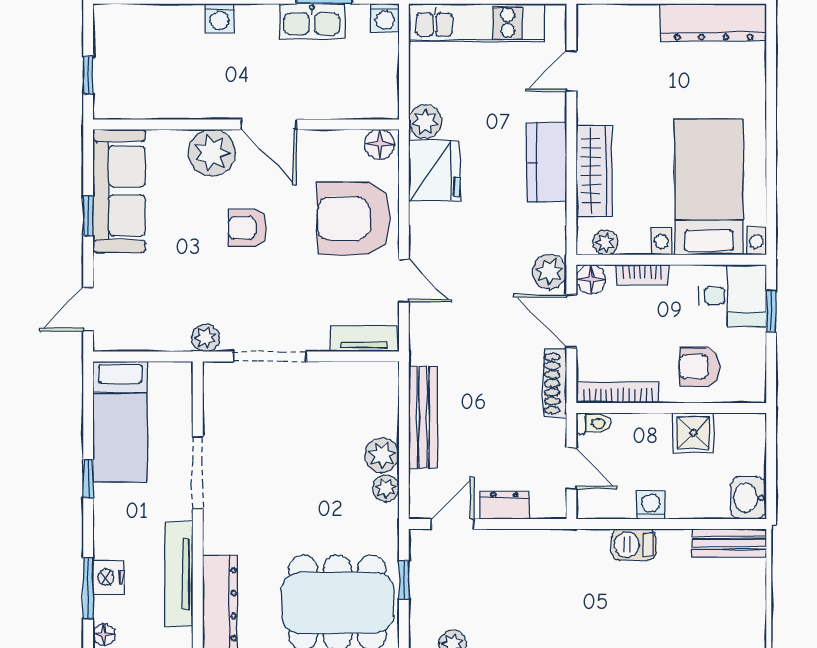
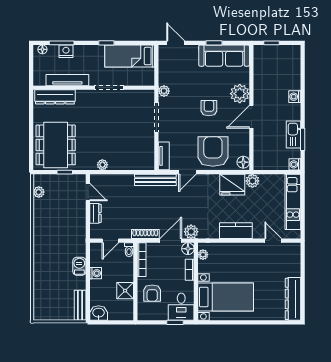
wardrobe: (594, 171) -> (232, 250), removed
armchair: (700, 367) -> (152, 293), turned 180
bench: (423, 417) -> (155, 180), moved
plant: (382, 455) -> (116, 163), removed

